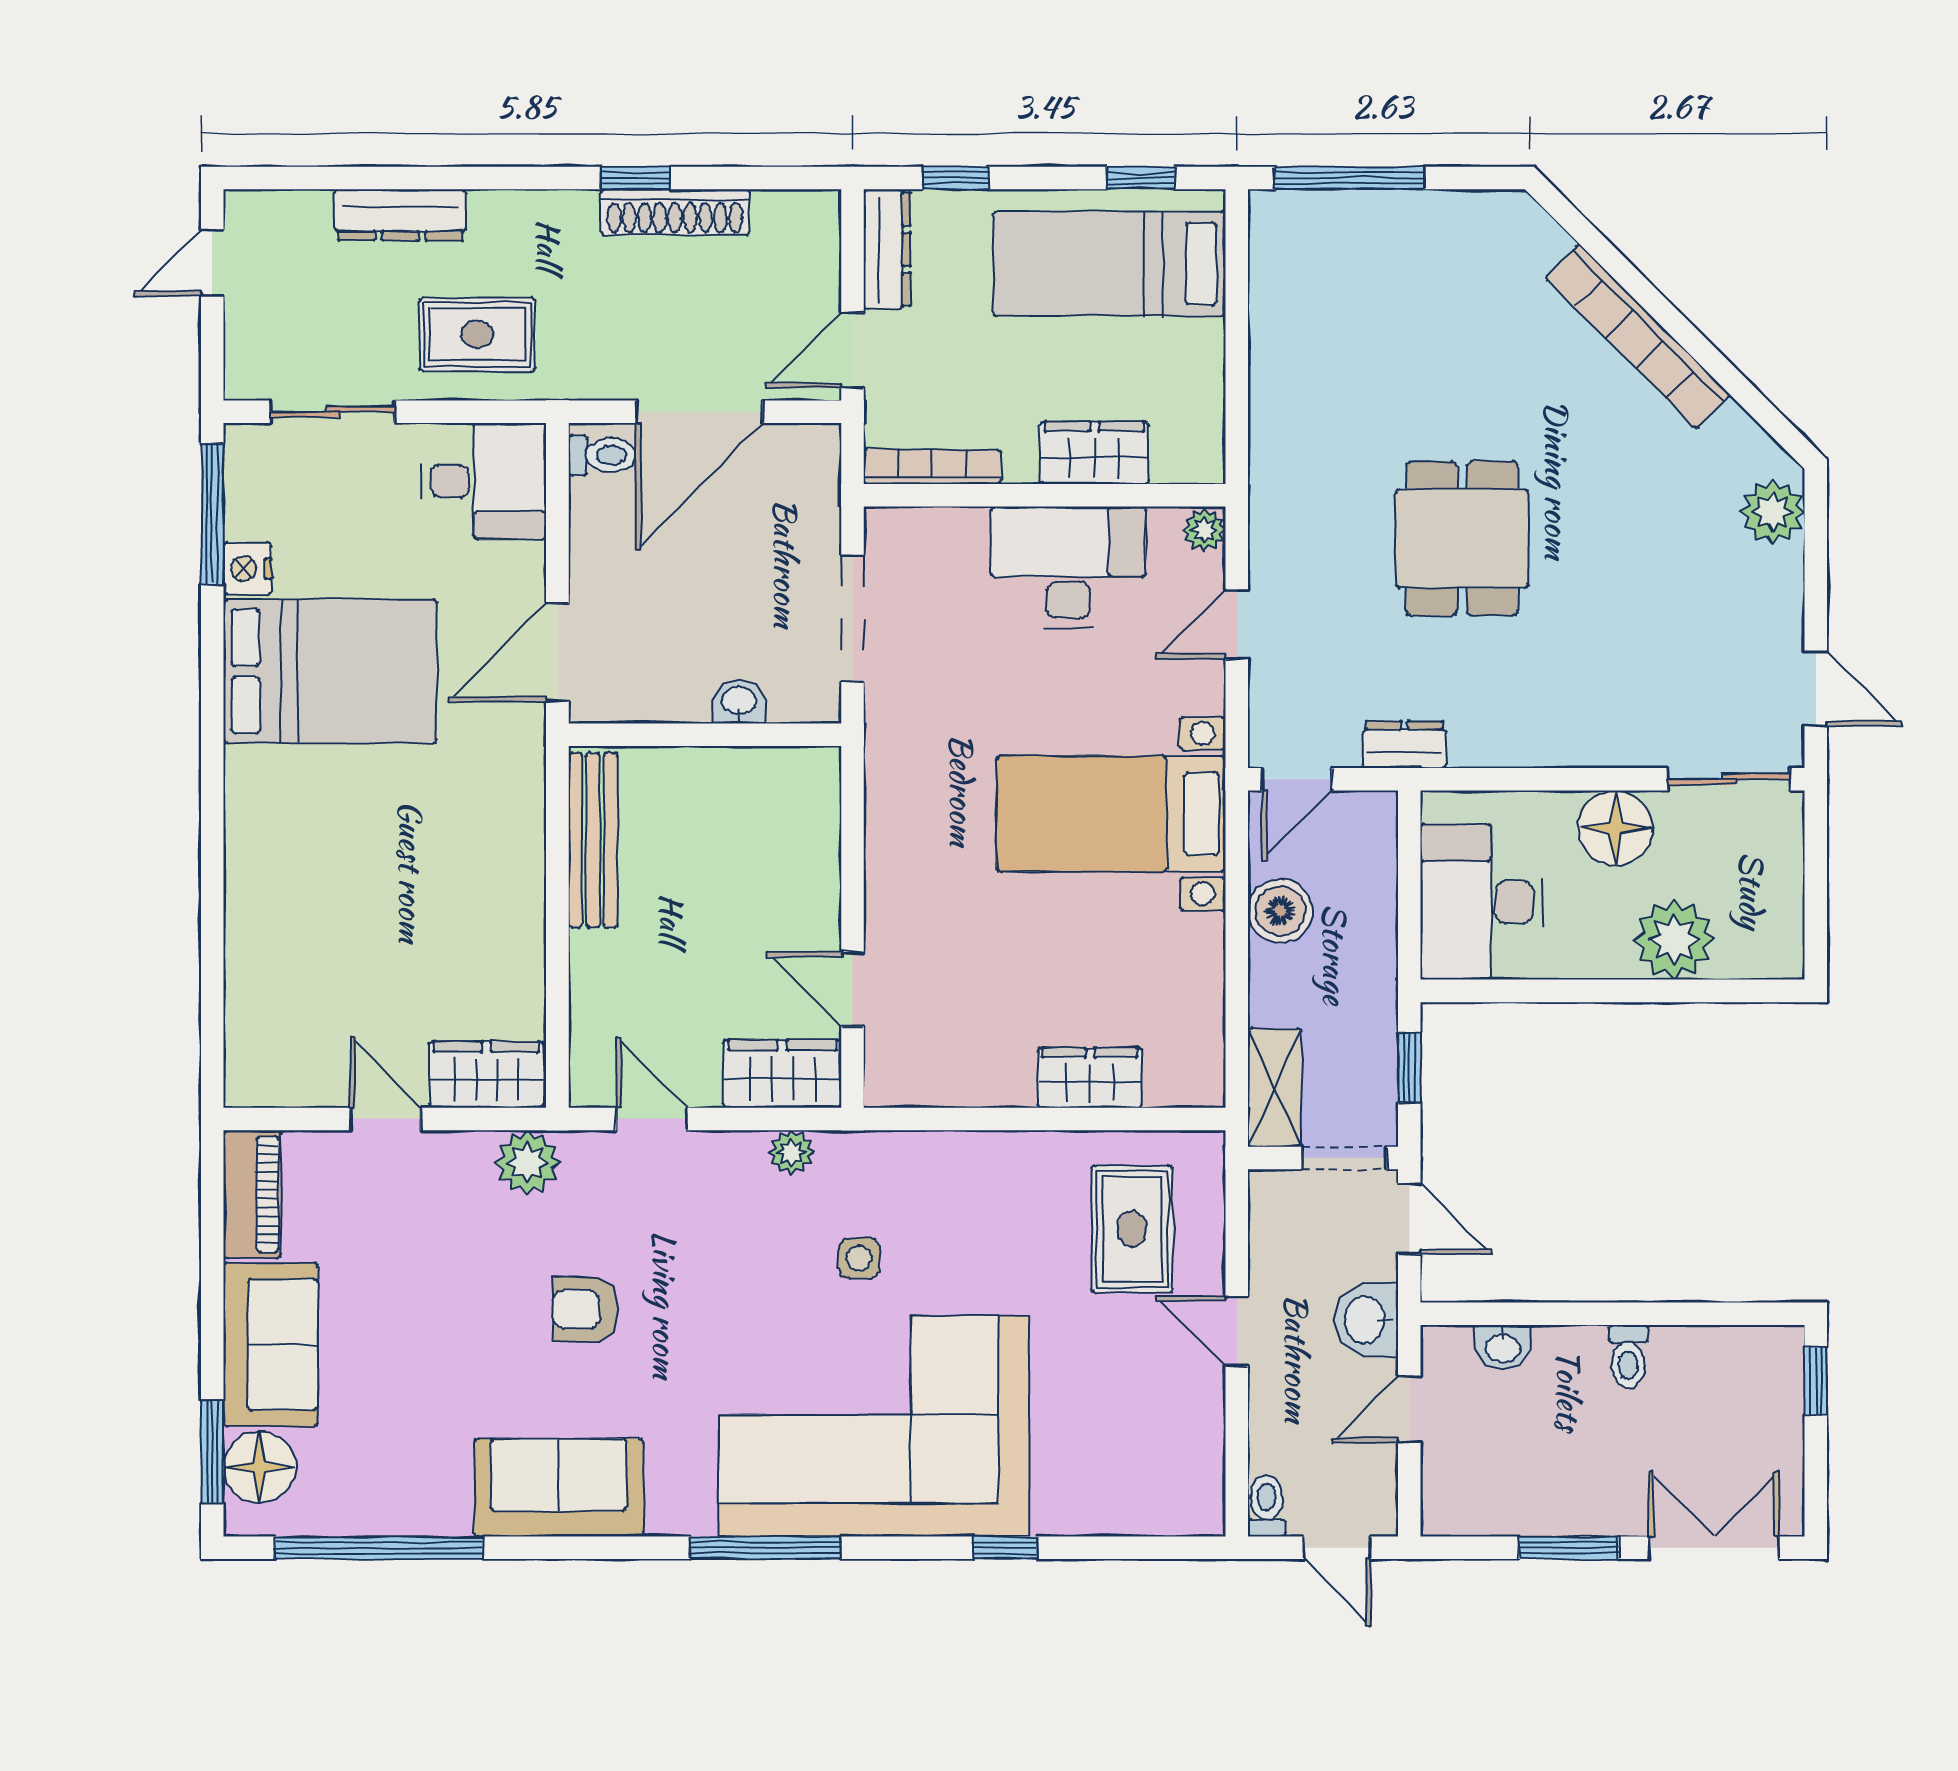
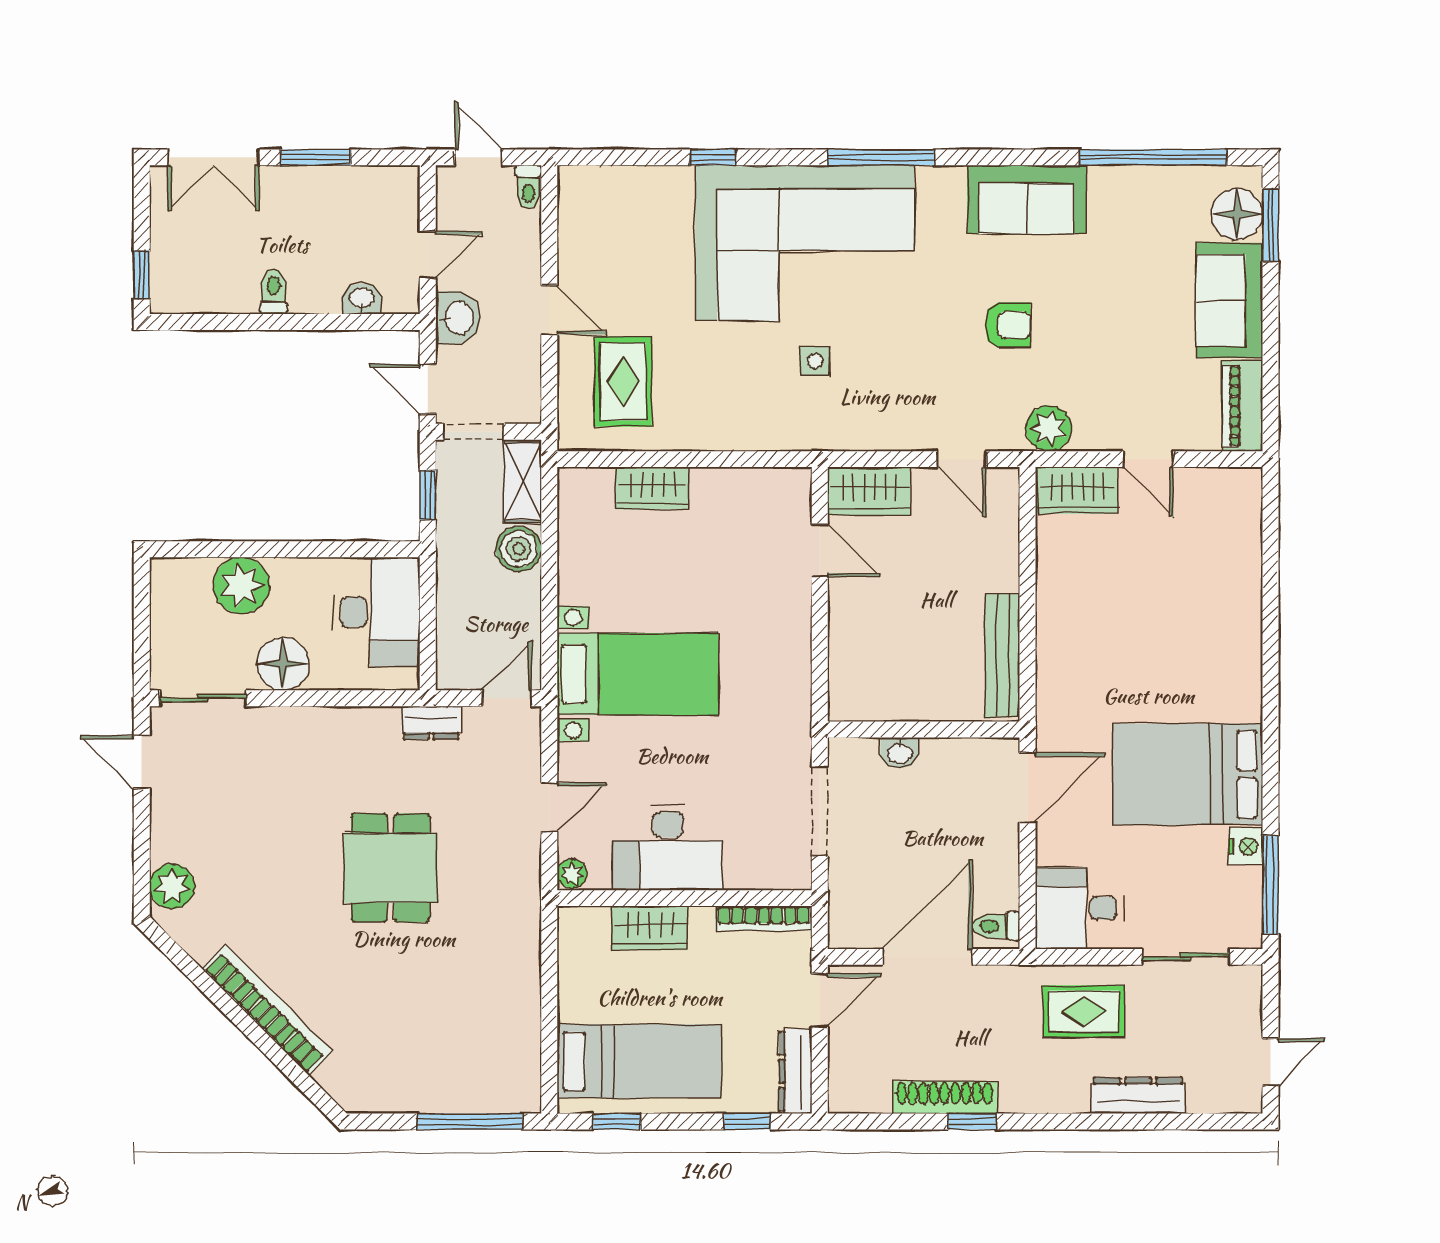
boiler: (1280, 911) -> (519, 549), moved
plant: (791, 1152) -> (863, 436), removed

